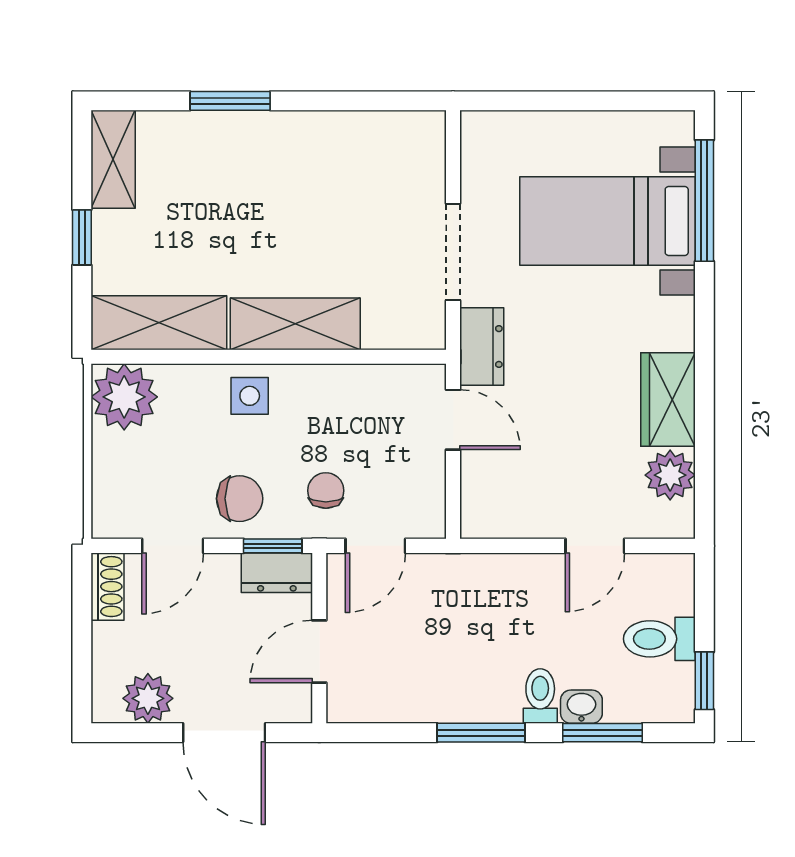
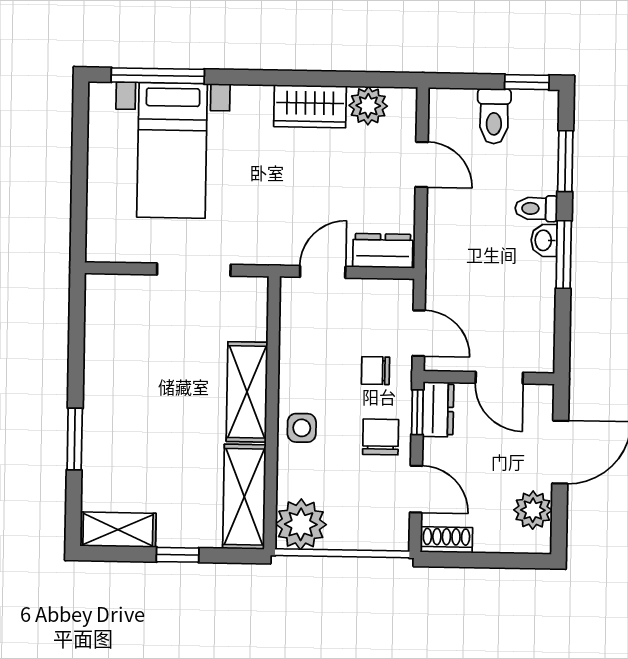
dresser: (482, 347) -> (383, 251), moved
washbasin: (581, 707) -> (544, 240), moved

